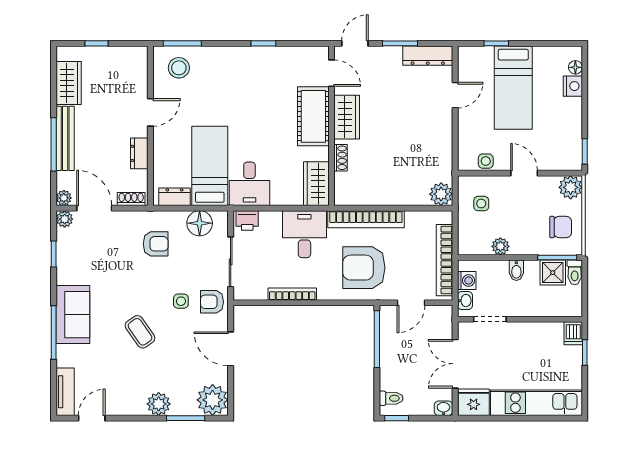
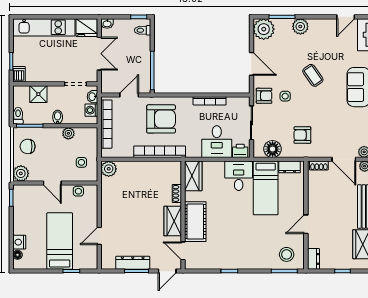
dresser: (428, 56) -> (133, 263), moved
dresser: (139, 153) -> (313, 259), moved
desk: (304, 234) -> (217, 142), moved
shower: (553, 273) -> (38, 94), moved

